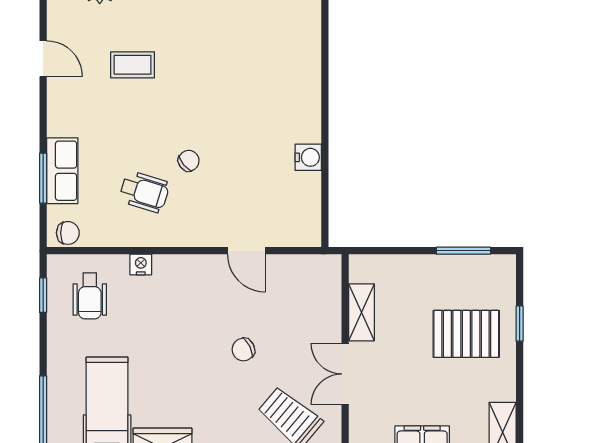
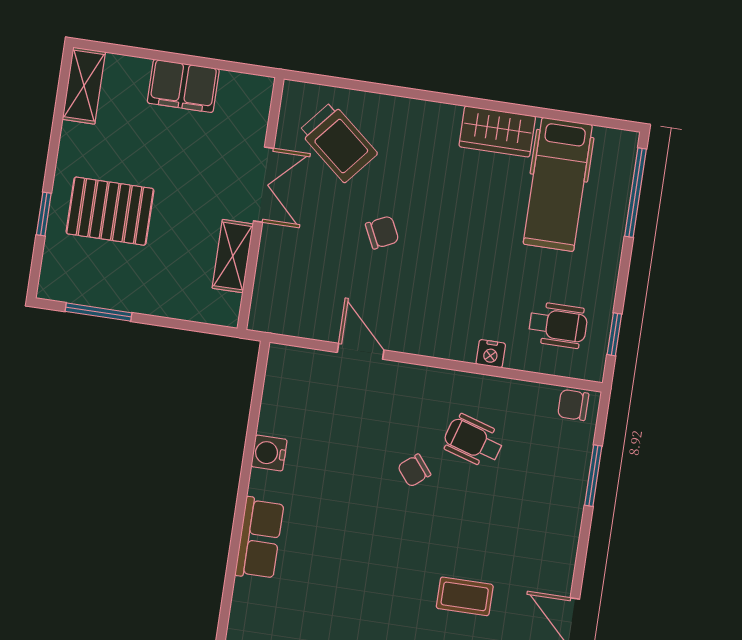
row of seats: (62, 171) -> (259, 538), moved, turned 180
wheelchair: (90, 296) -> (558, 325), turned 90

